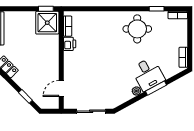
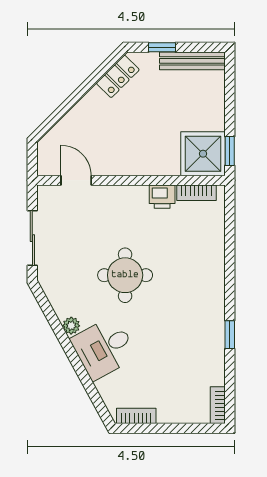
window: (157, 9) -> (230, 335), moved
round table: (137, 29) -> (125, 275), moved
window: (156, 88) -> (77, 363), removed
window: (25, 96) -> (61, 112), removed

